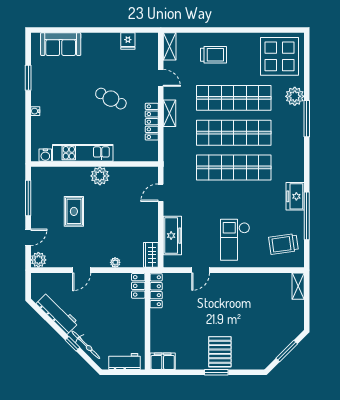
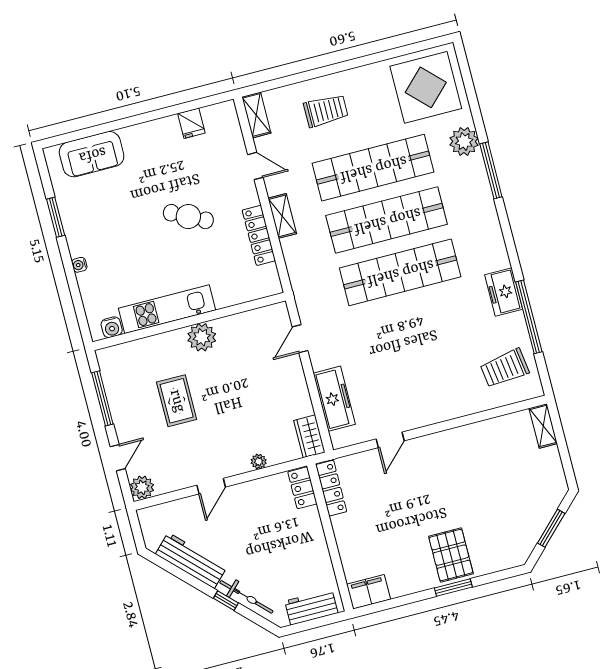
checkout: (235, 240) -> (430, 381), removed

